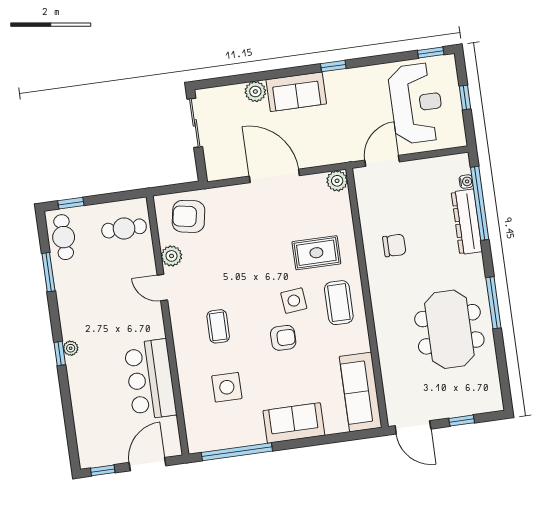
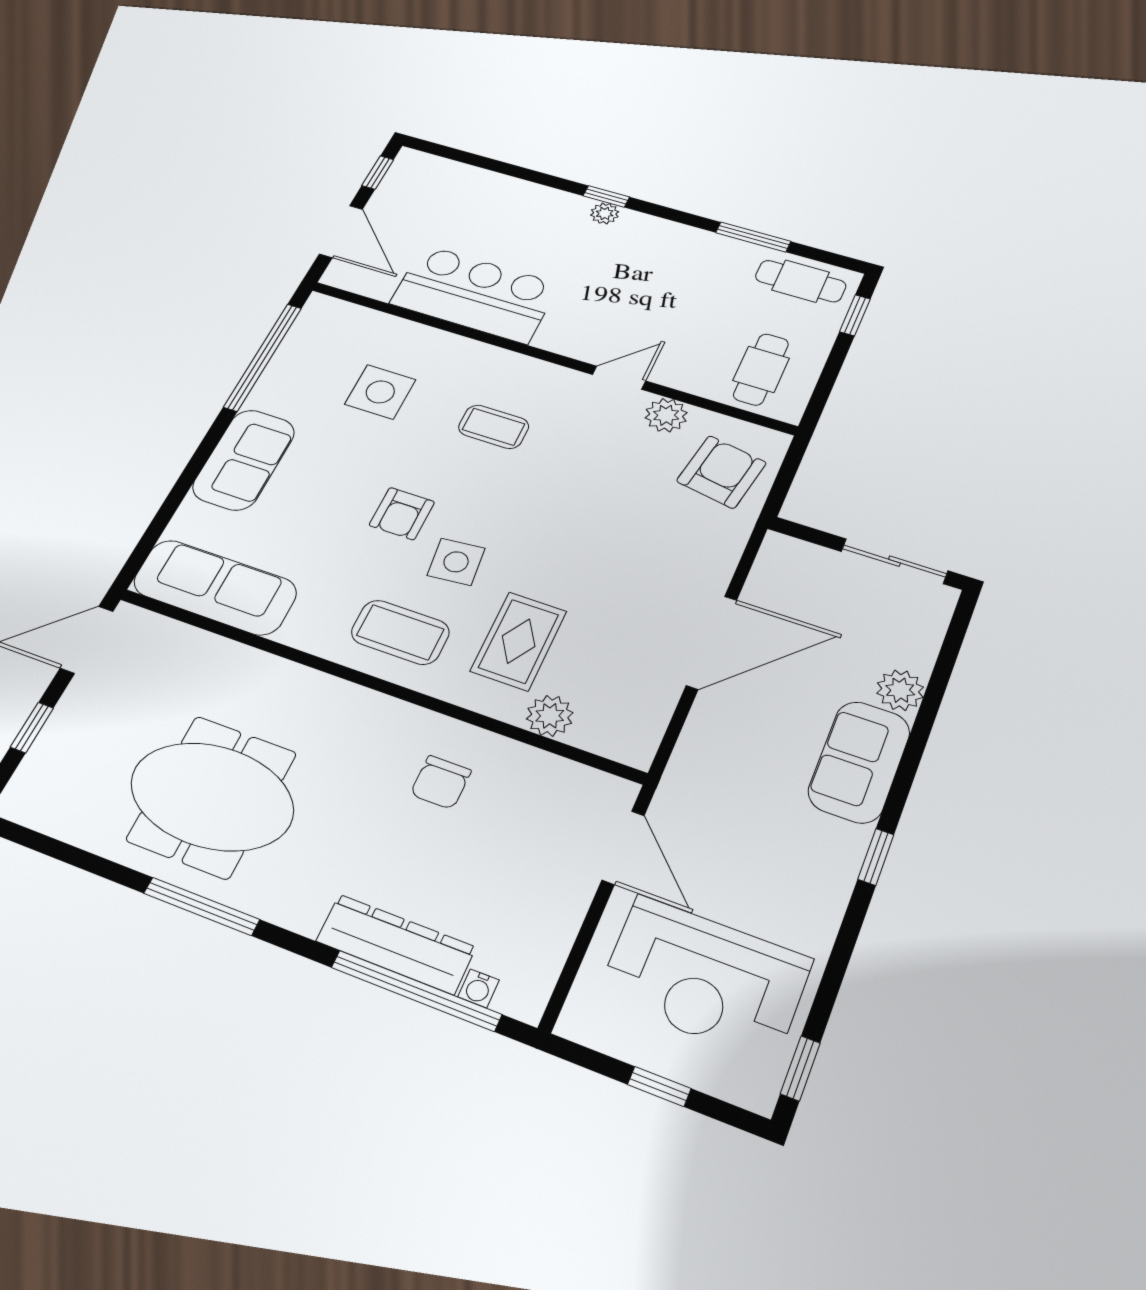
plant: (337, 181) -> (550, 716), moved

